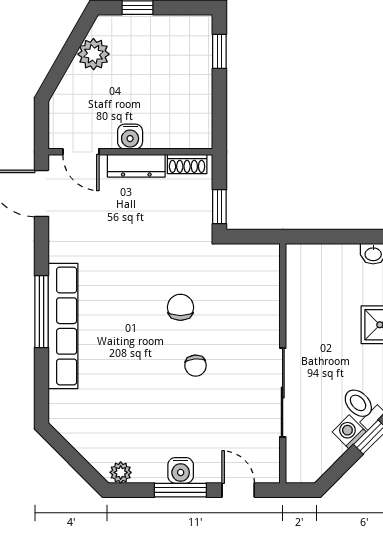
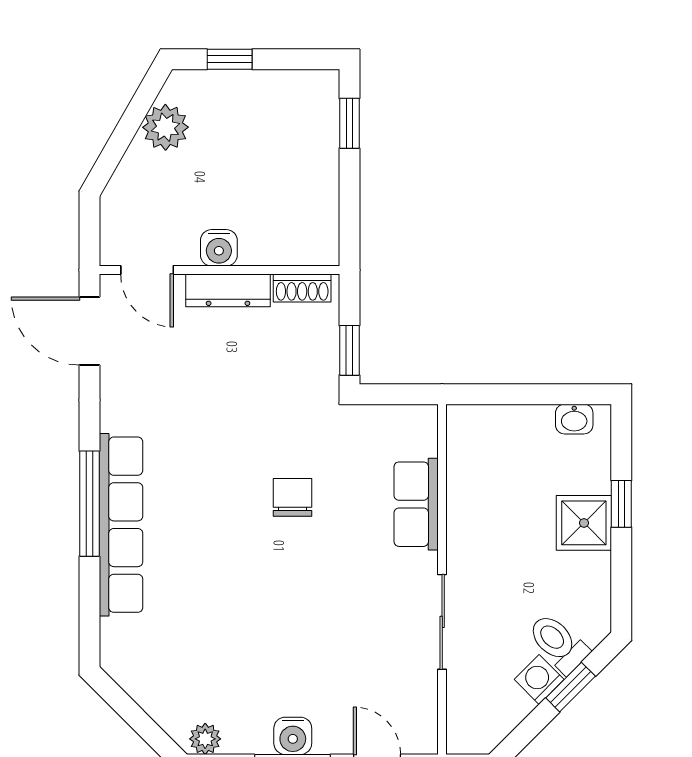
row of seats: (265, 312) -> (416, 504), added
chair: (195, 366) -> (315, 583), removed
sliding door: (283, 392) -> (442, 622), width x0.73

